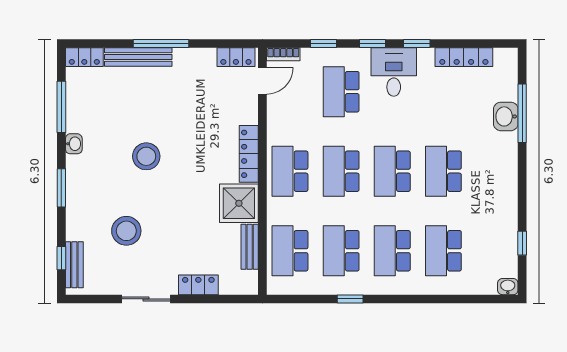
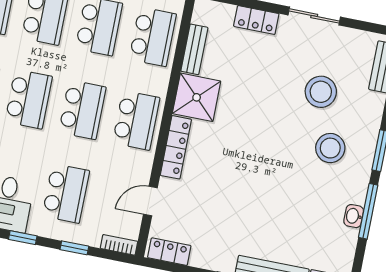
door: (262, 81) -> (150, 201), moved
window: (61, 107) -> (368, 211), moved
washbasin: (74, 144) -> (354, 216), moved
stool: (146, 156) -> (330, 148), moved

